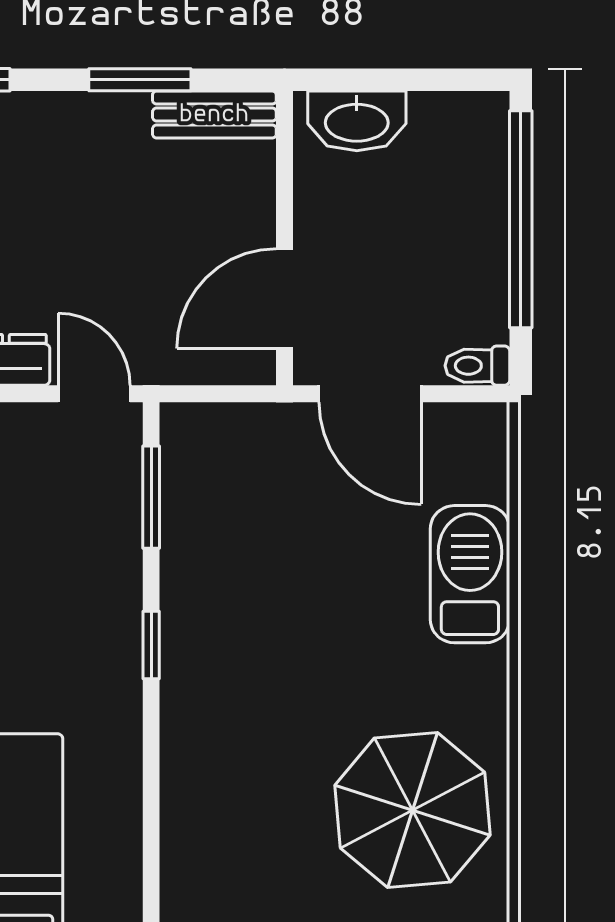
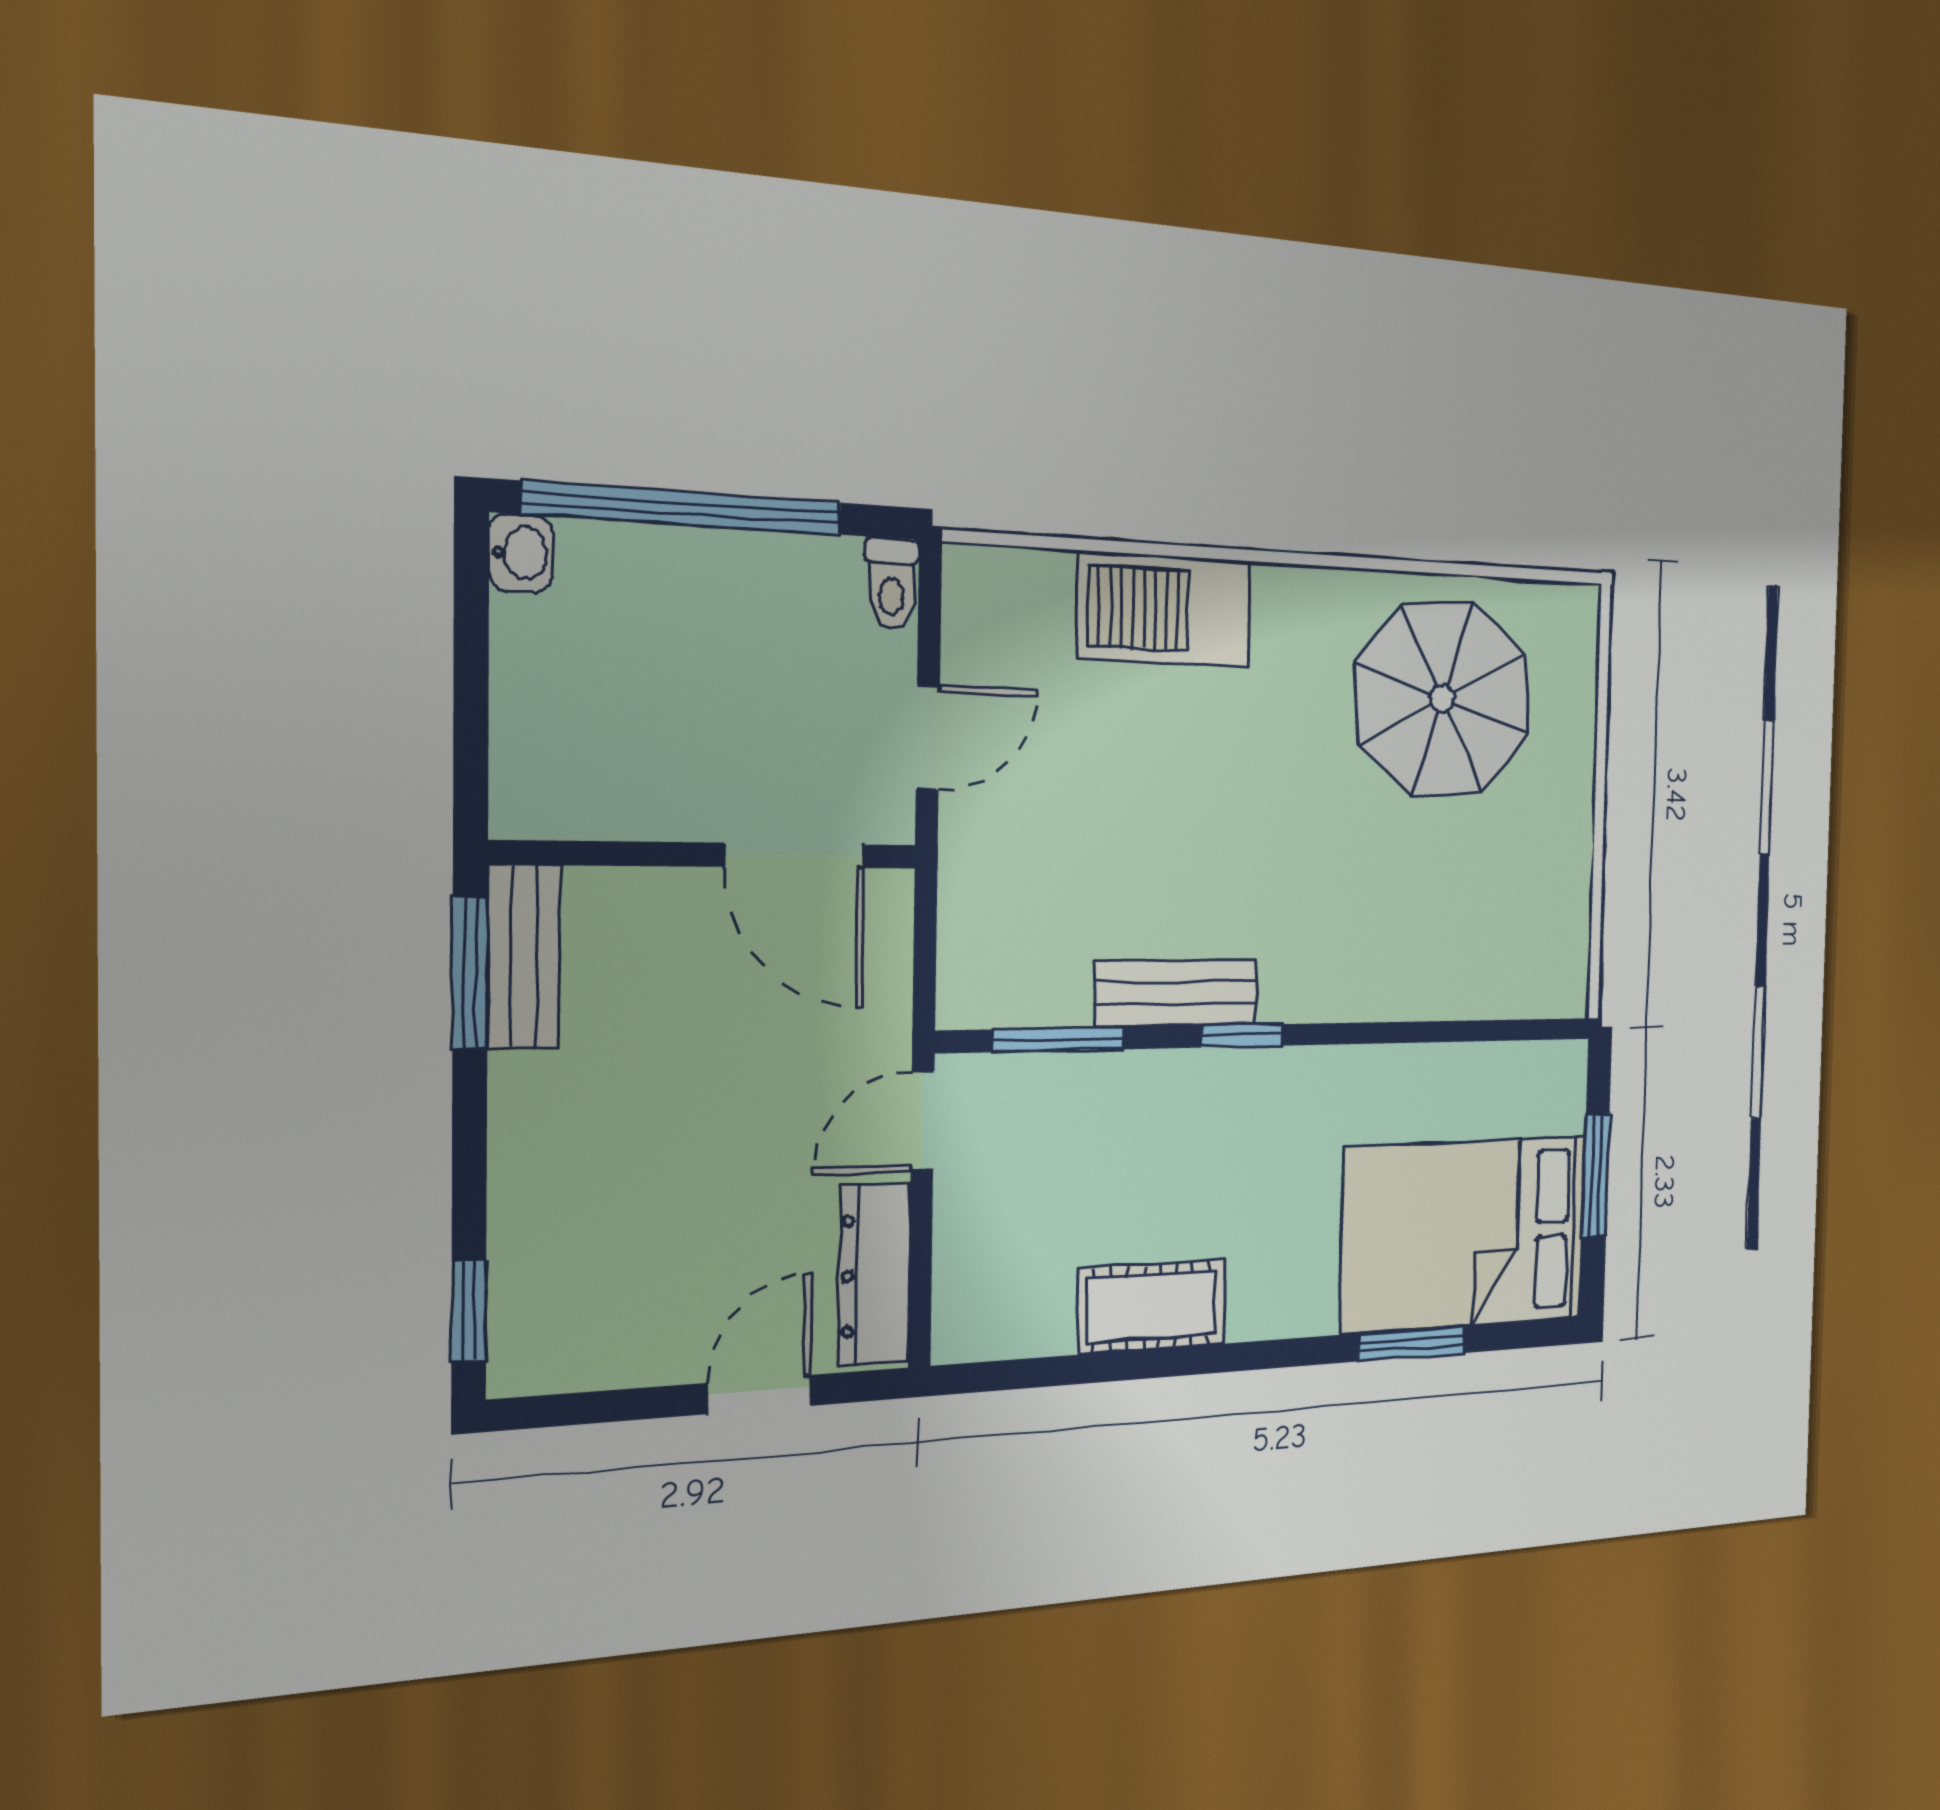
window: (140, 80) -> (470, 974), moved
washbasin: (357, 121) -> (521, 553), moved, width x0.52, depth x0.69
door: (370, 394) -> (928, 737), width x0.73
bench: (184, 590) -> (1176, 993), added

